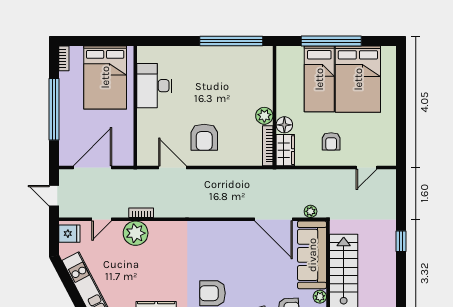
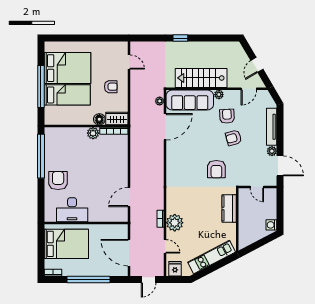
armchair: (204, 137) -> (58, 181), moved, turned -90

